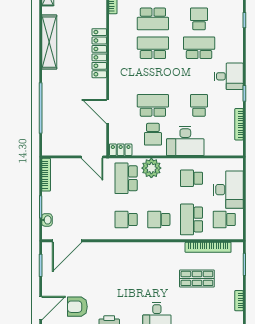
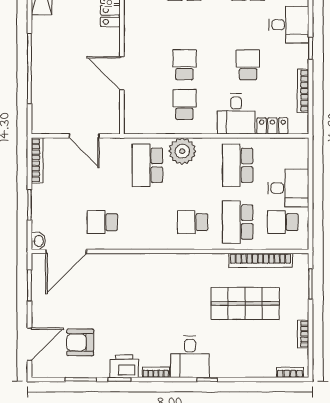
school desk: (153, 105) -> (184, 65), width x0.54
school desk: (153, 134) -> (184, 105), turned 180
desk: (185, 141) -> (236, 114), width x0.73
locker: (121, 150) -> (272, 126), moved
door: (92, 157) -> (84, 136), moved
school desk: (192, 178) -> (238, 165), width x1.85
desk: (228, 190) -> (288, 188), width x0.73
school desk: (126, 219) -> (102, 222), moved
washbasin: (47, 220) -> (38, 241), moved
shop shelf: (197, 278) -> (245, 303), width x1.43, depth x1.36

